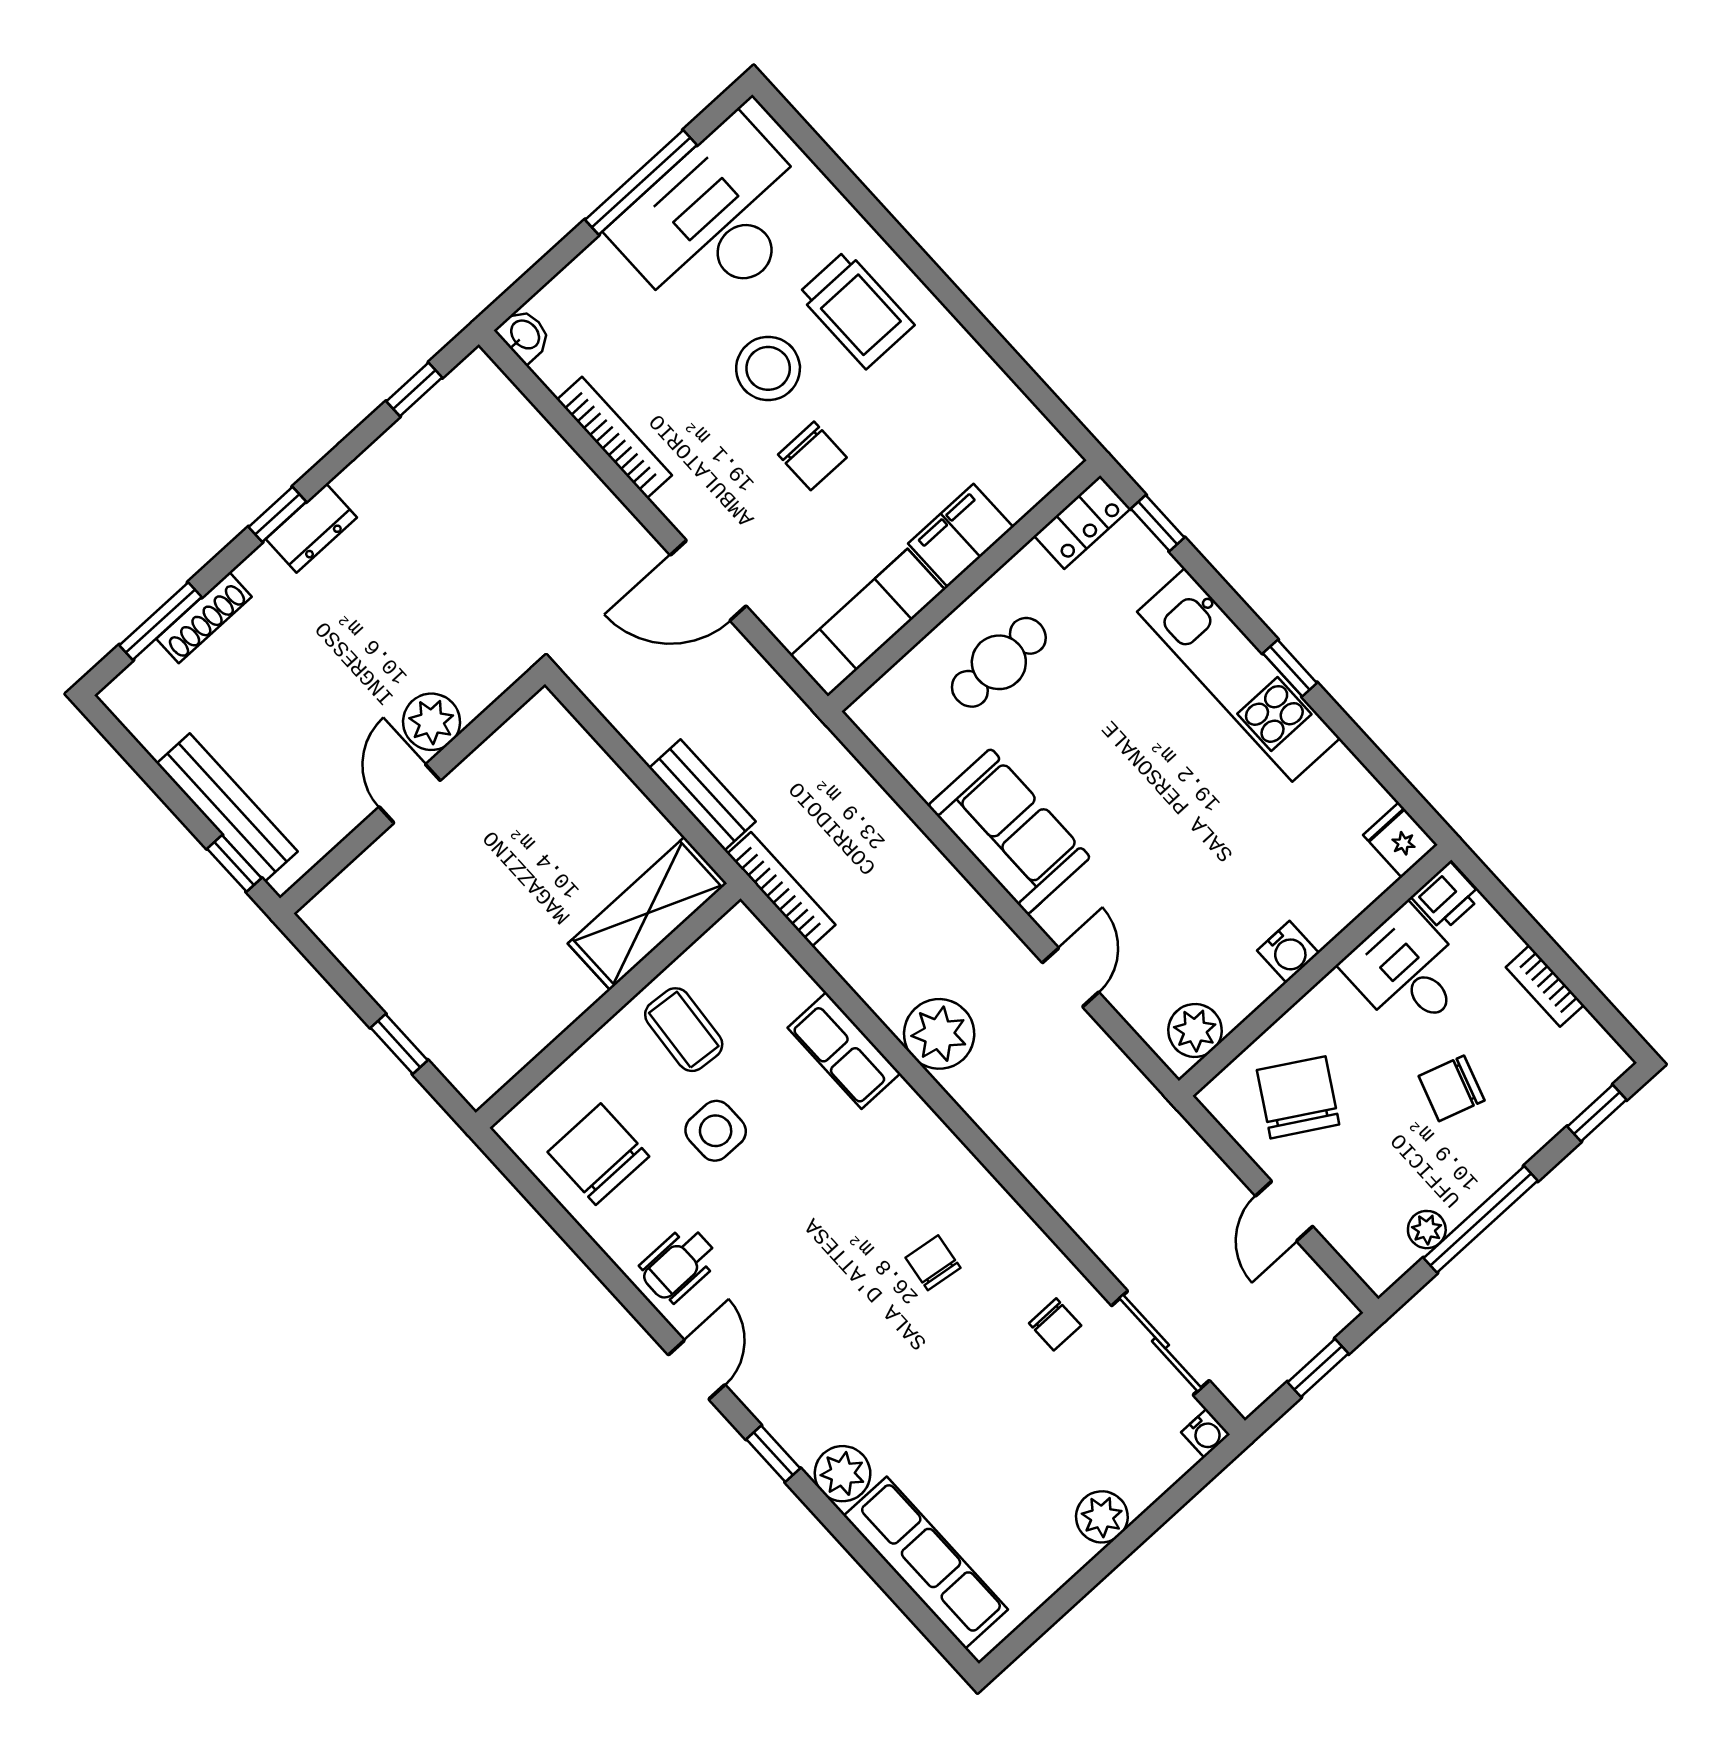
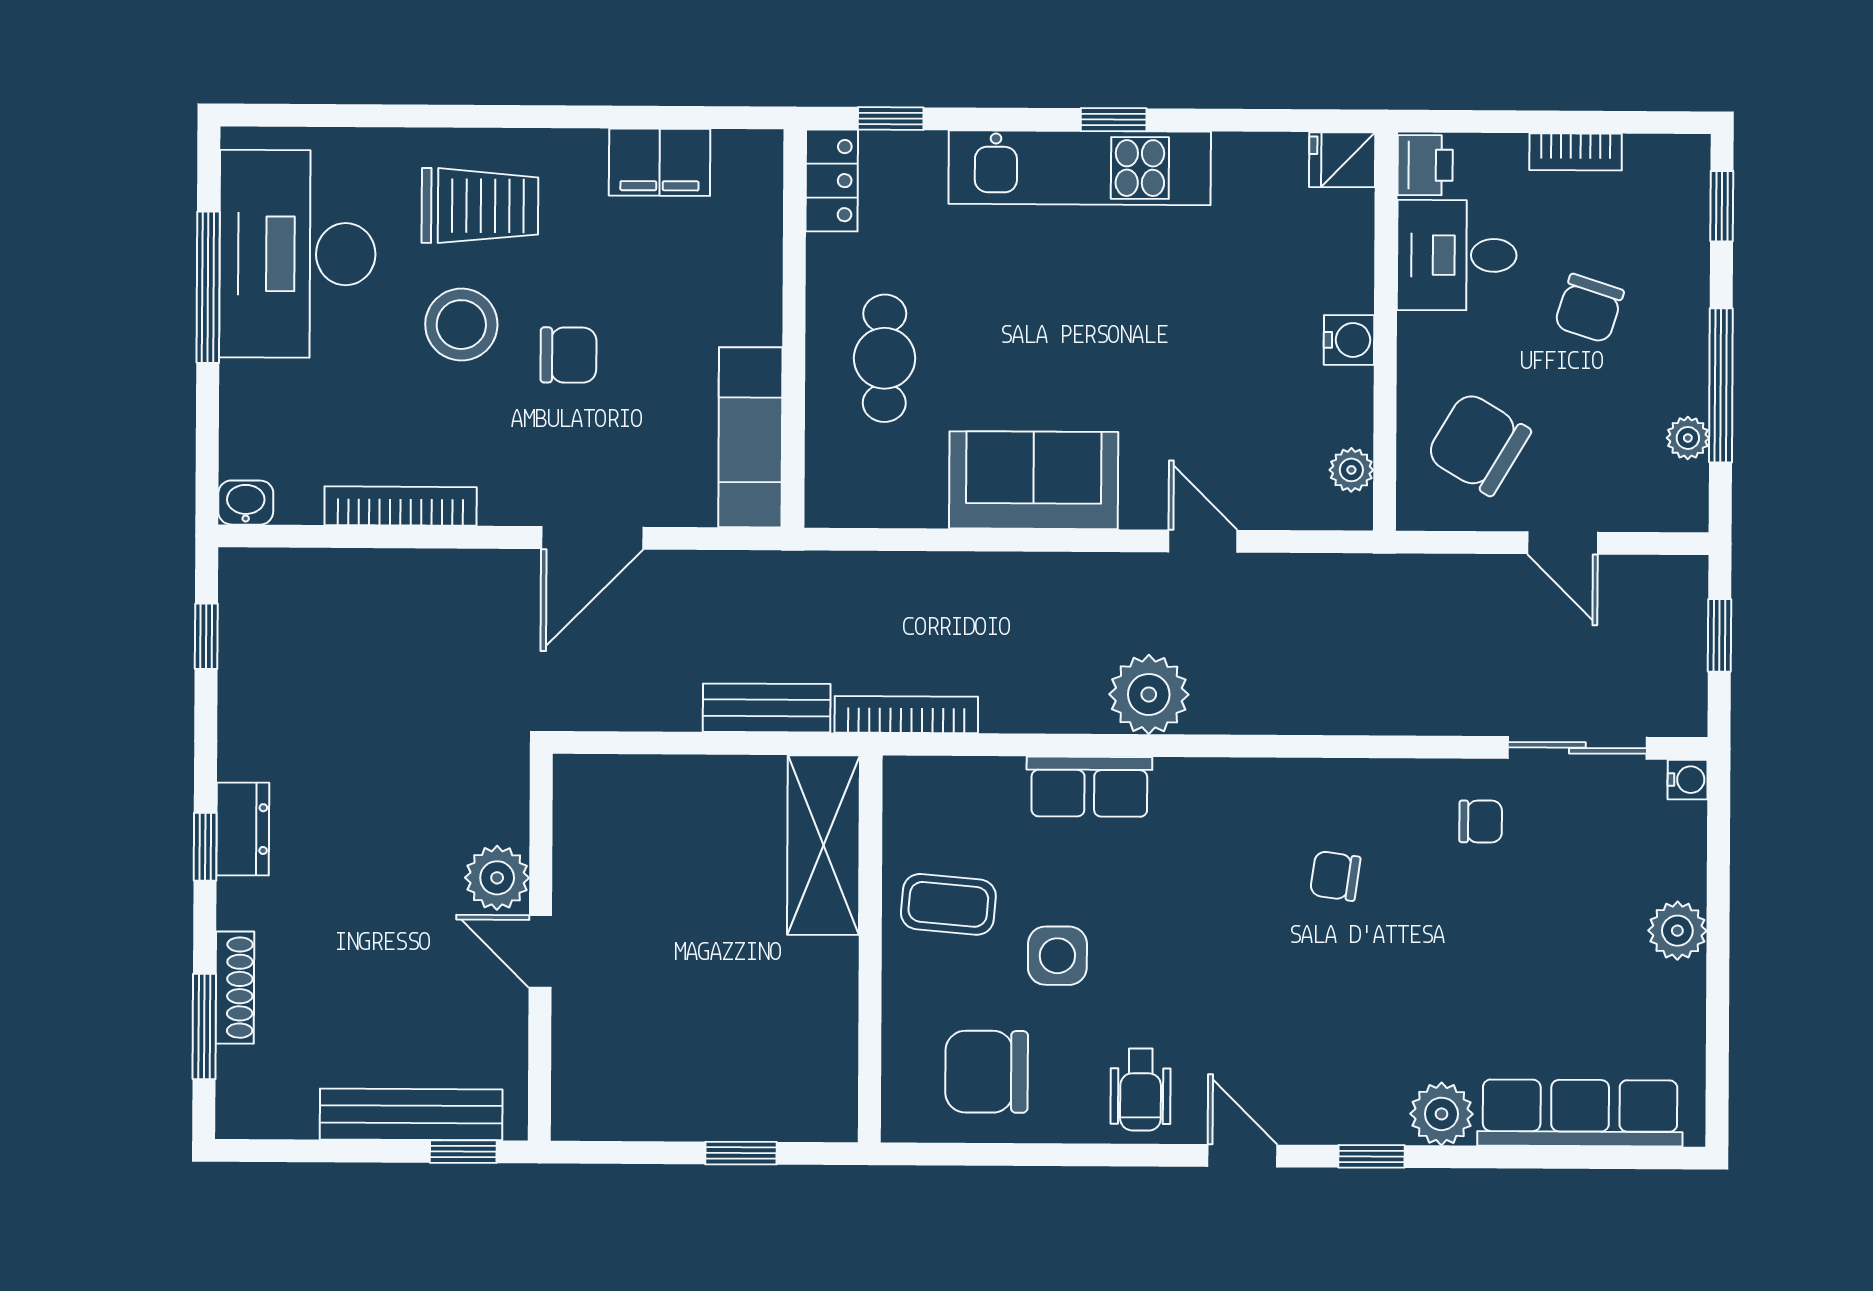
filing cabinet: (961, 535) -> (660, 162), moved, turned -90
plant: (1195, 1030) -> (1351, 470), width x0.73, depth x0.73

